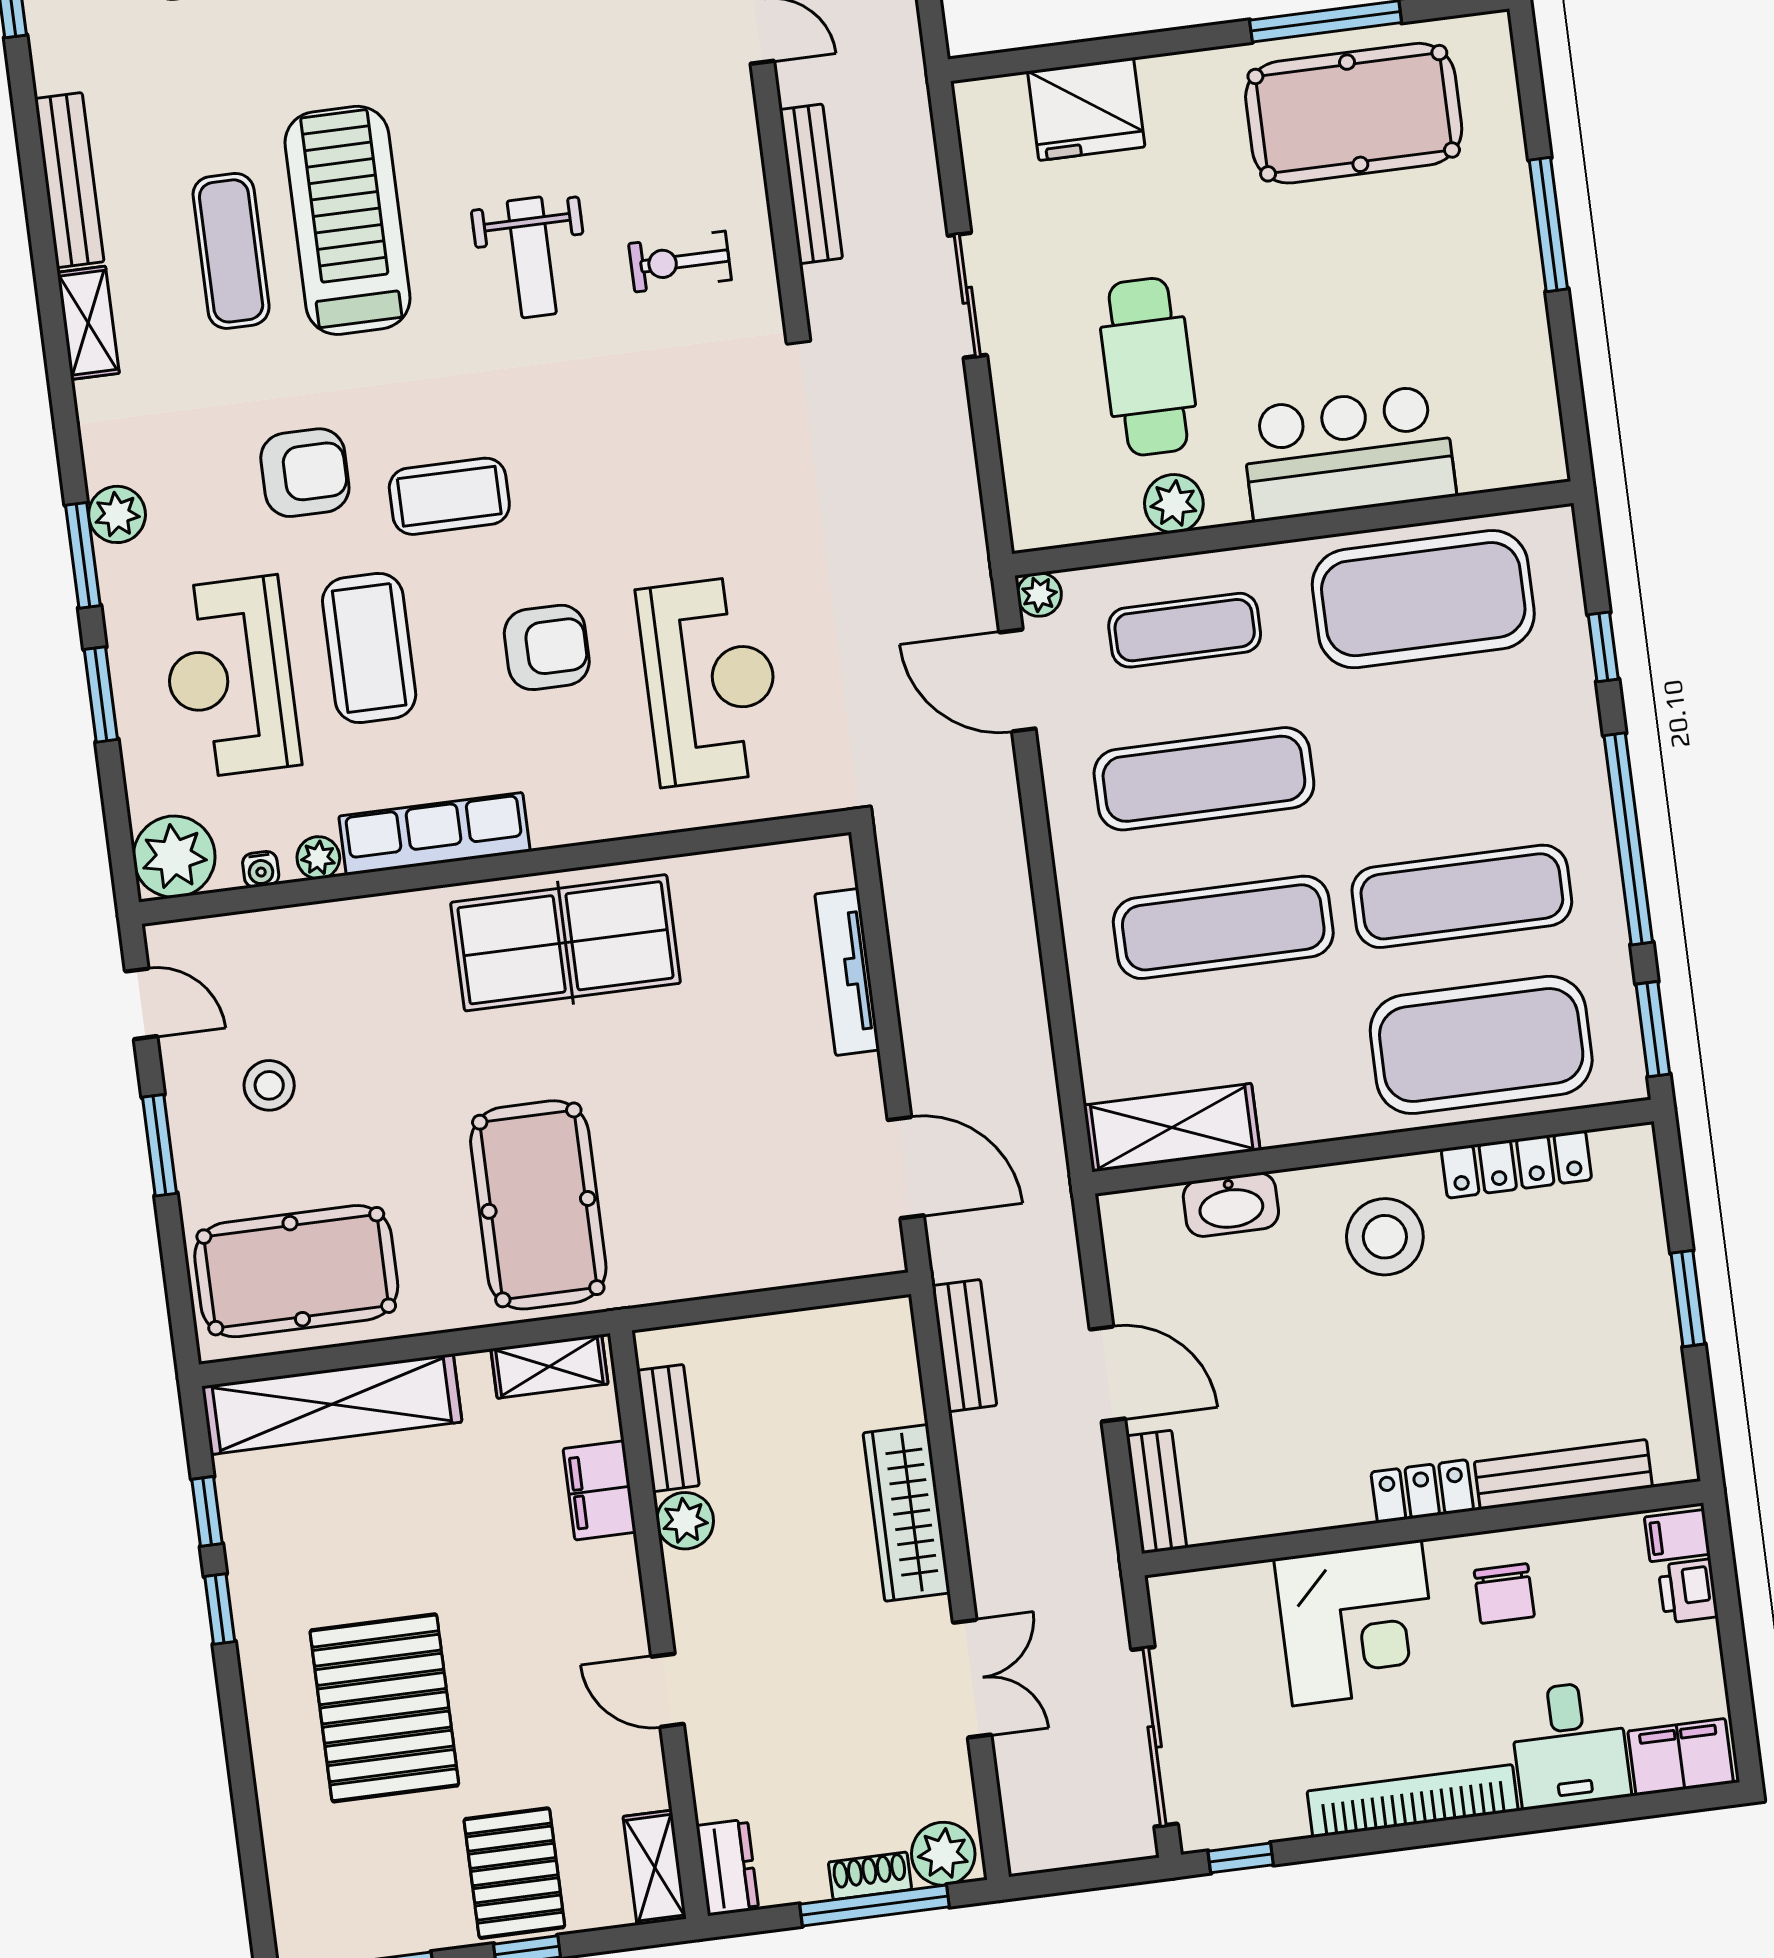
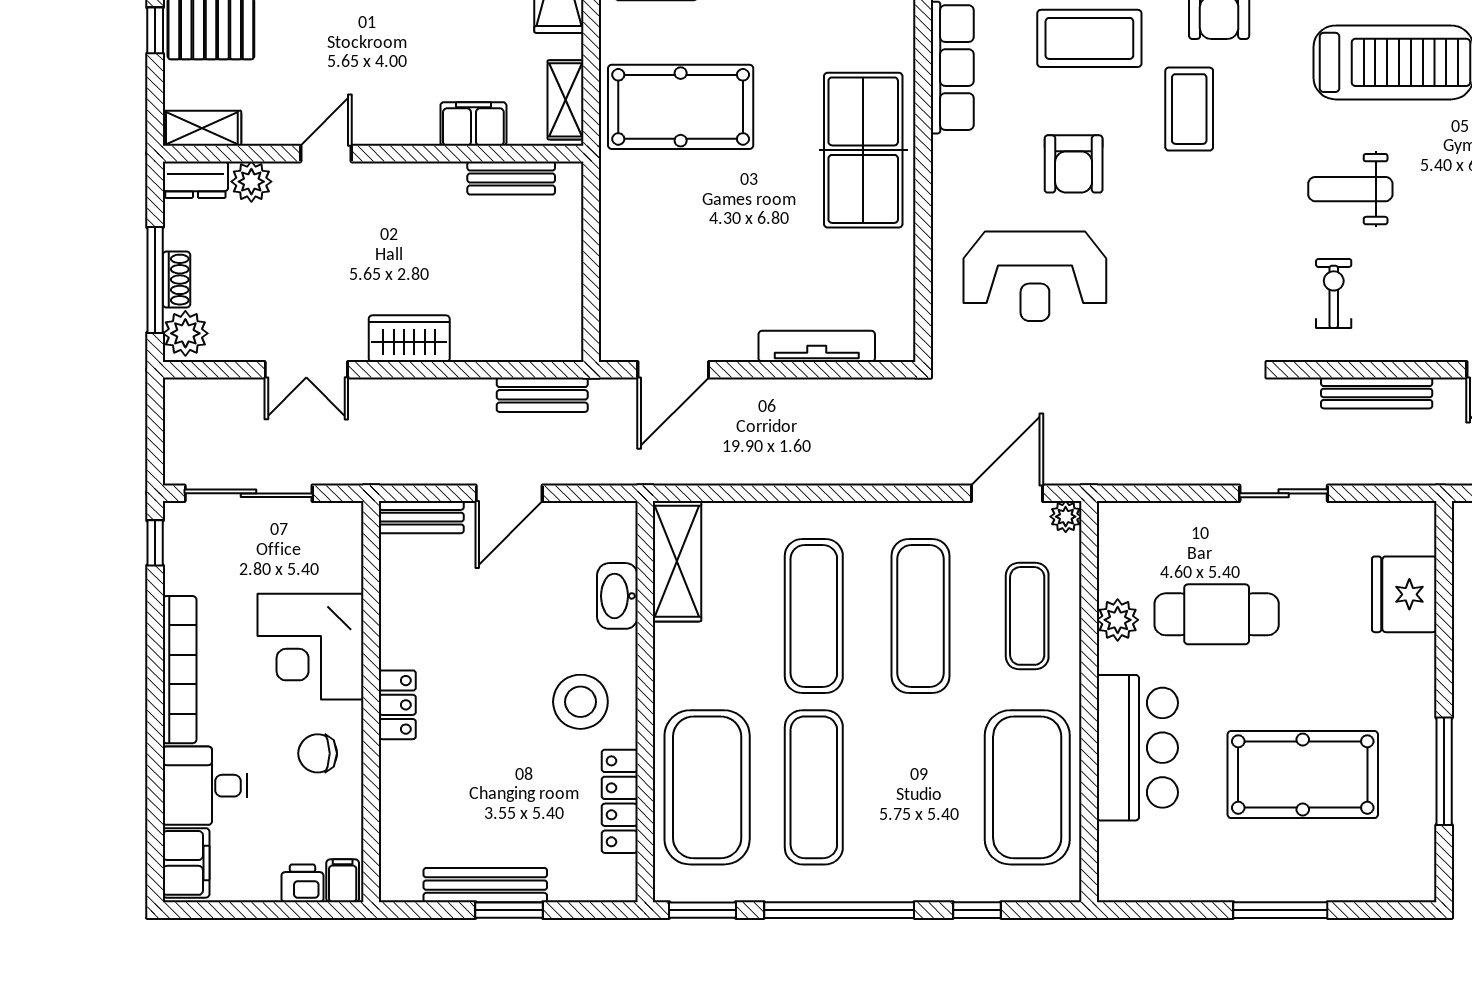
pool table: (1354, 113) -> (1303, 775), moved, turned 90
bench: (1563, 1475) -> (485, 885), moved, turned 90
wardrobe: (907, 1513) -> (409, 339), width x0.67
plant: (685, 1521) -> (251, 182), moved

